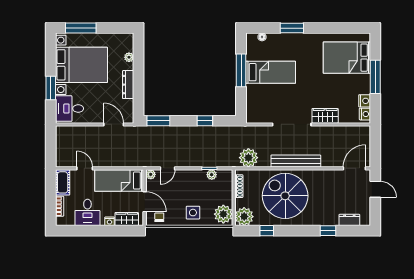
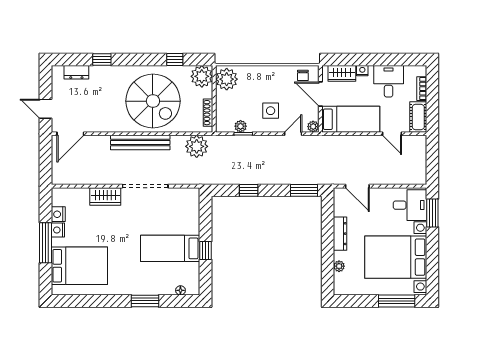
window: (241, 70) -> (205, 251), width x0.46
window: (51, 88) -> (432, 213), moved
nightstand: (365, 114) -> (58, 230), moved
side table: (193, 213) -> (271, 111), moved

